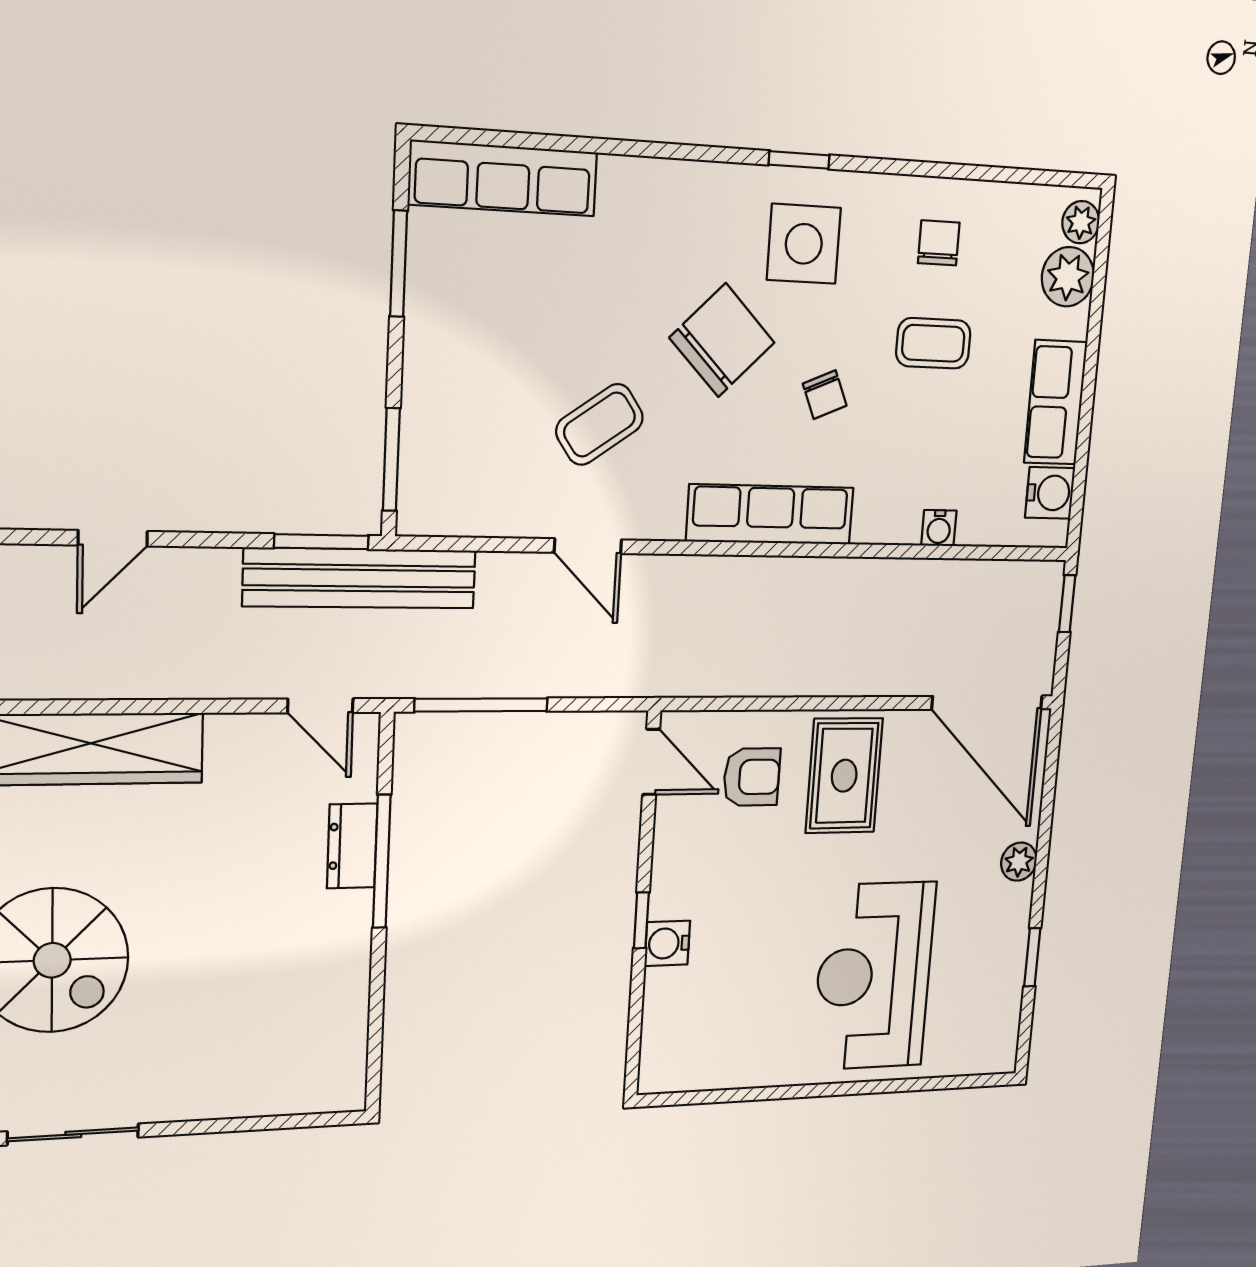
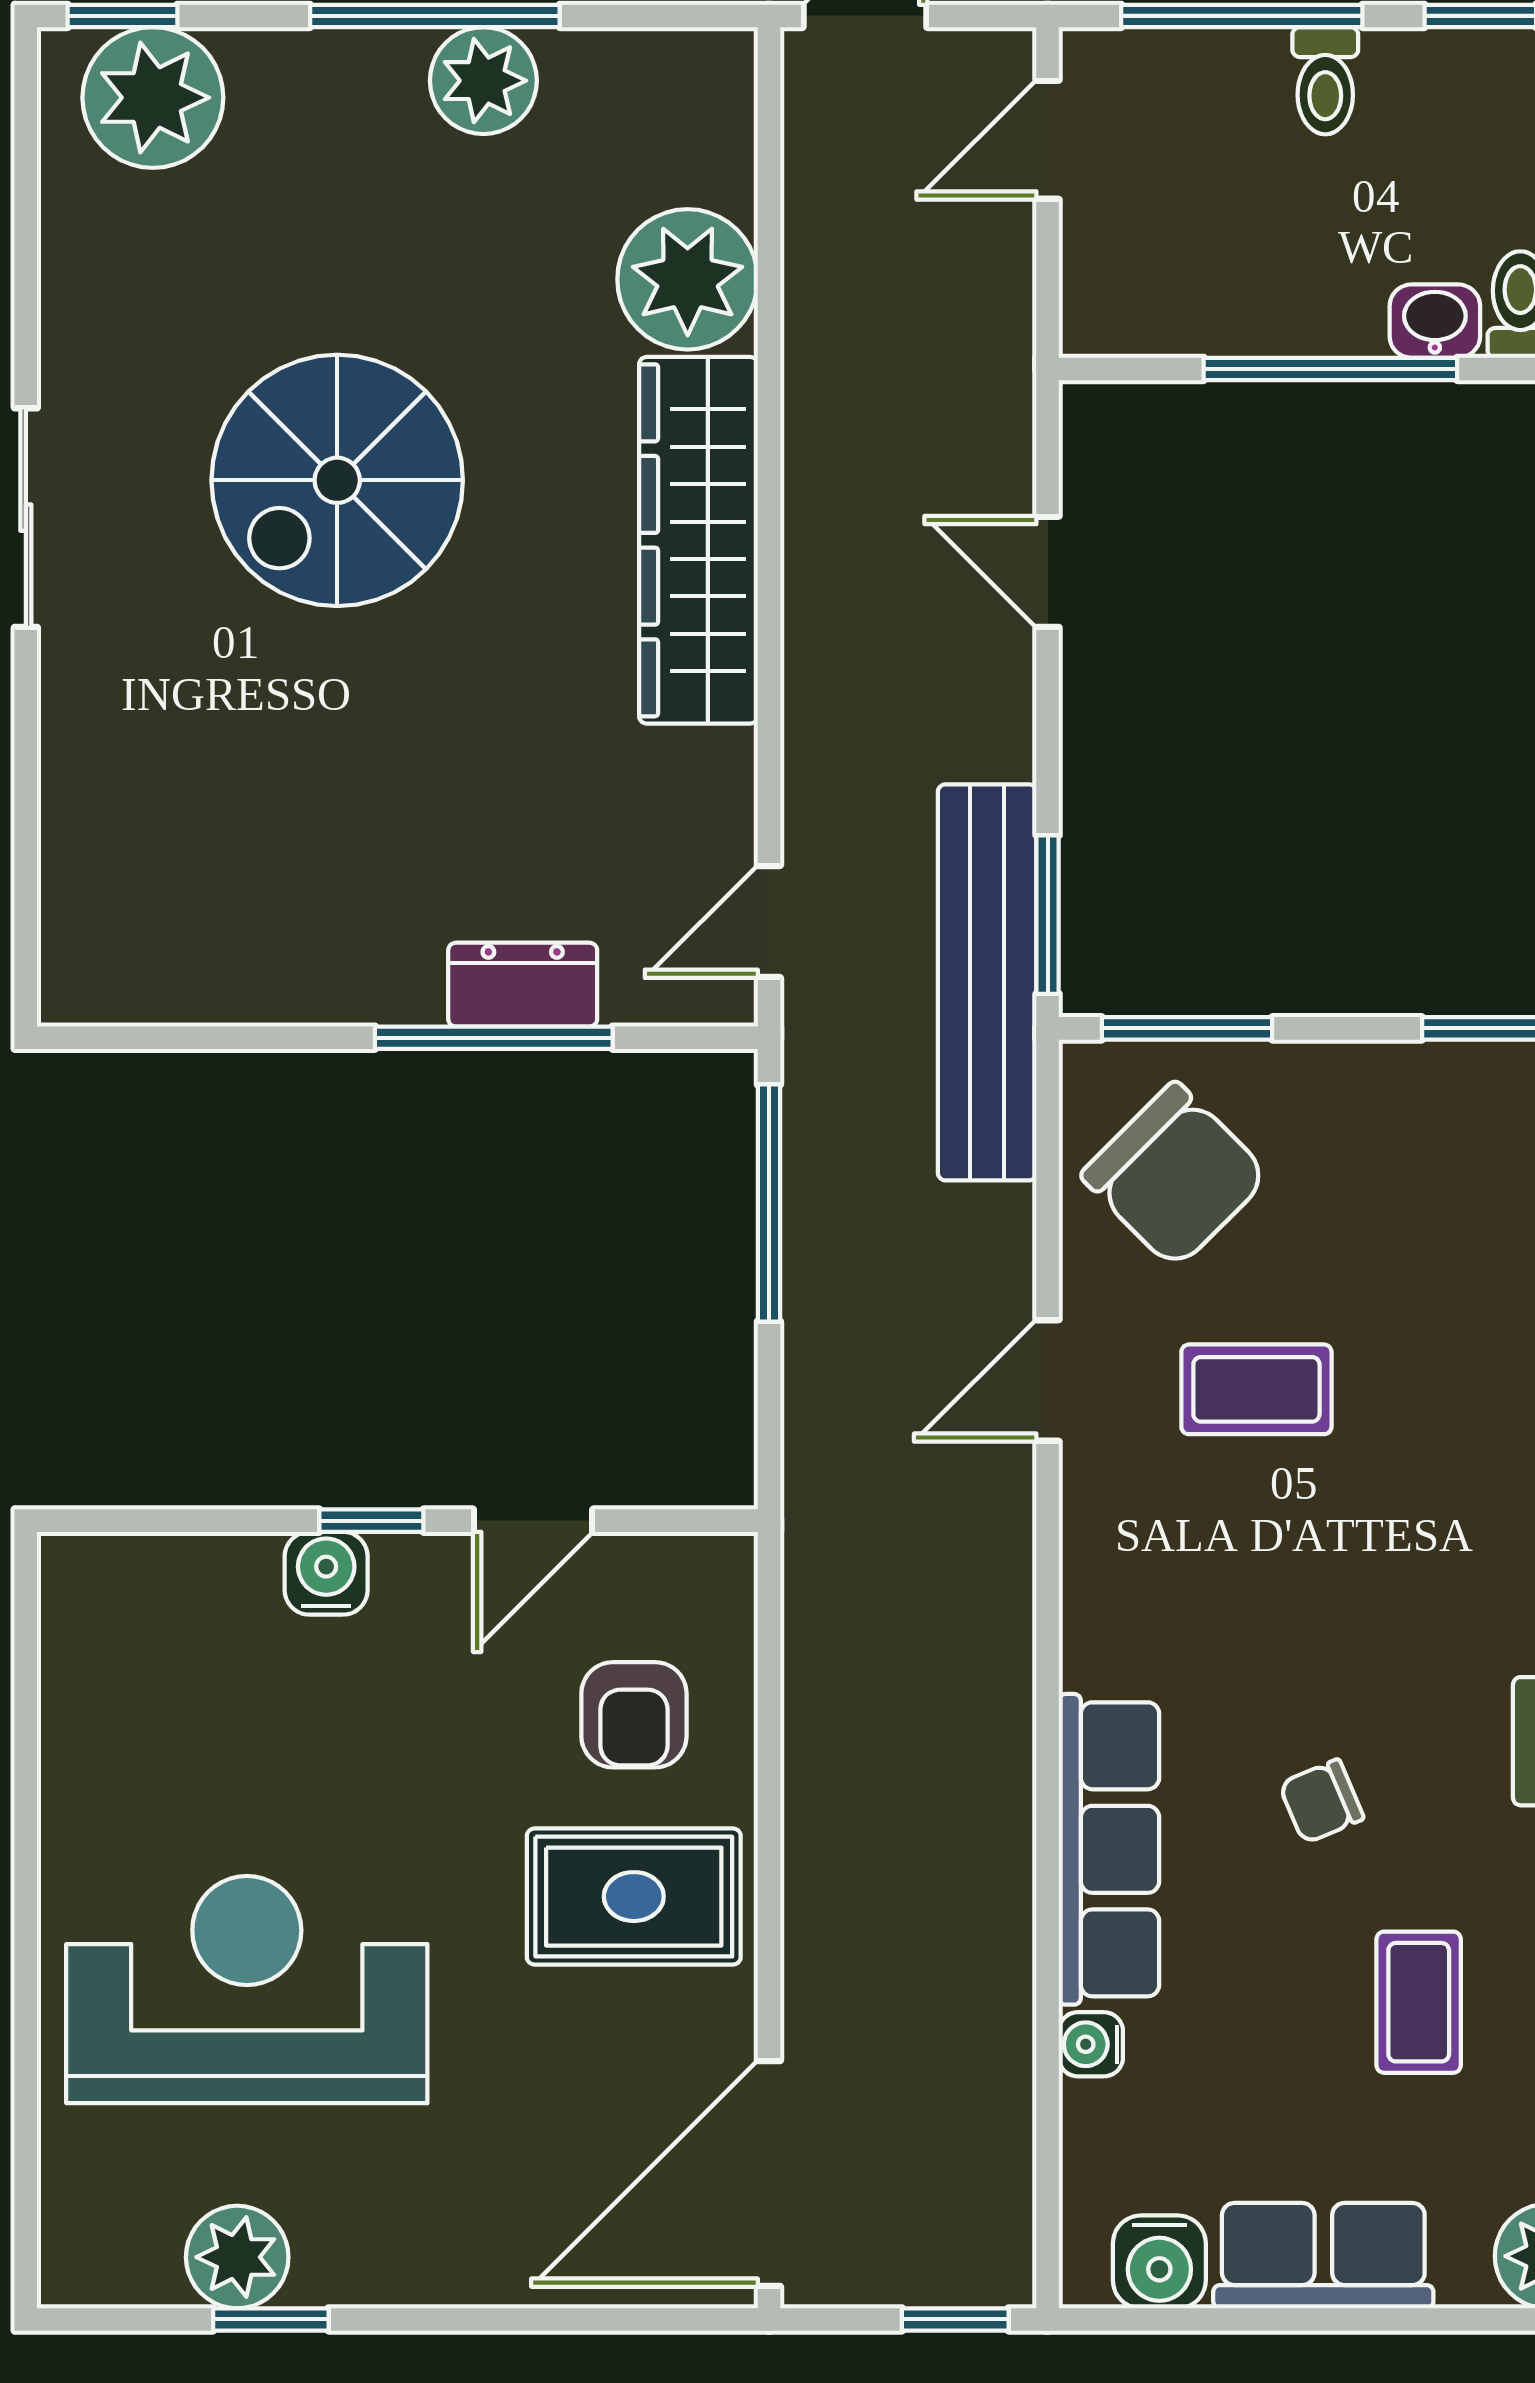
chair: (722, 340) -> (1175, 1175), moved
coffee table: (599, 424) -> (1256, 1389), turned -55
row of seats: (770, 514) -> (1109, 1849), moved
door: (651, 762) -> (533, 1521), moved
plant: (1019, 862) -> (237, 2257), moved, width x1.38, depth x1.38

